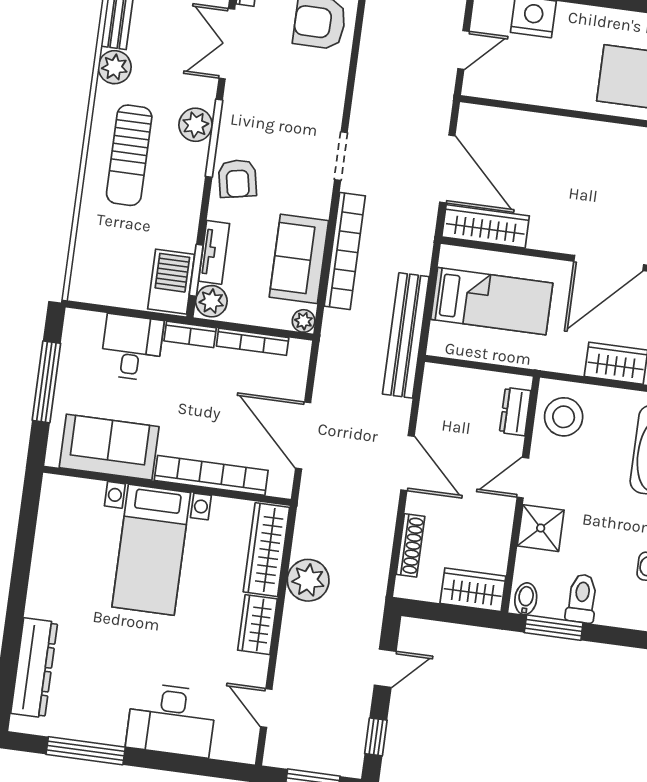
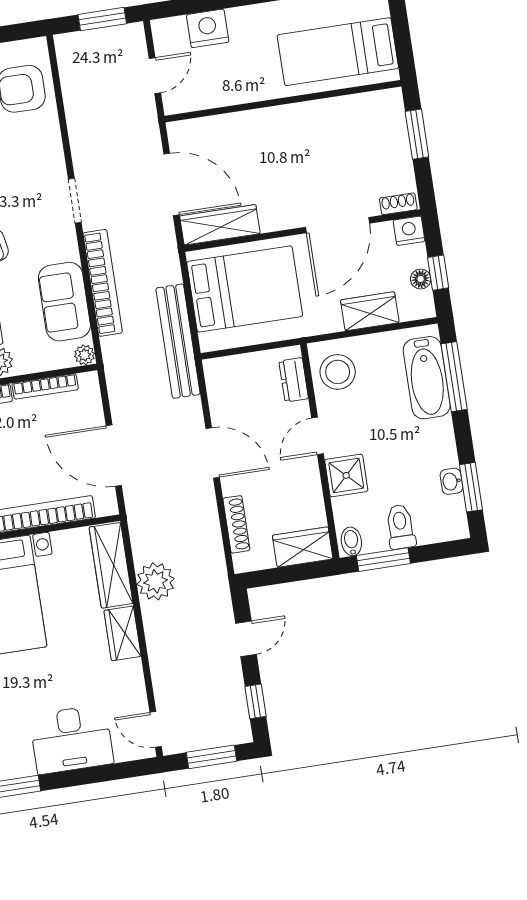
bed: (492, 301) -> (245, 289), width x1.50
door: (266, 708) -> (156, 729), moved

